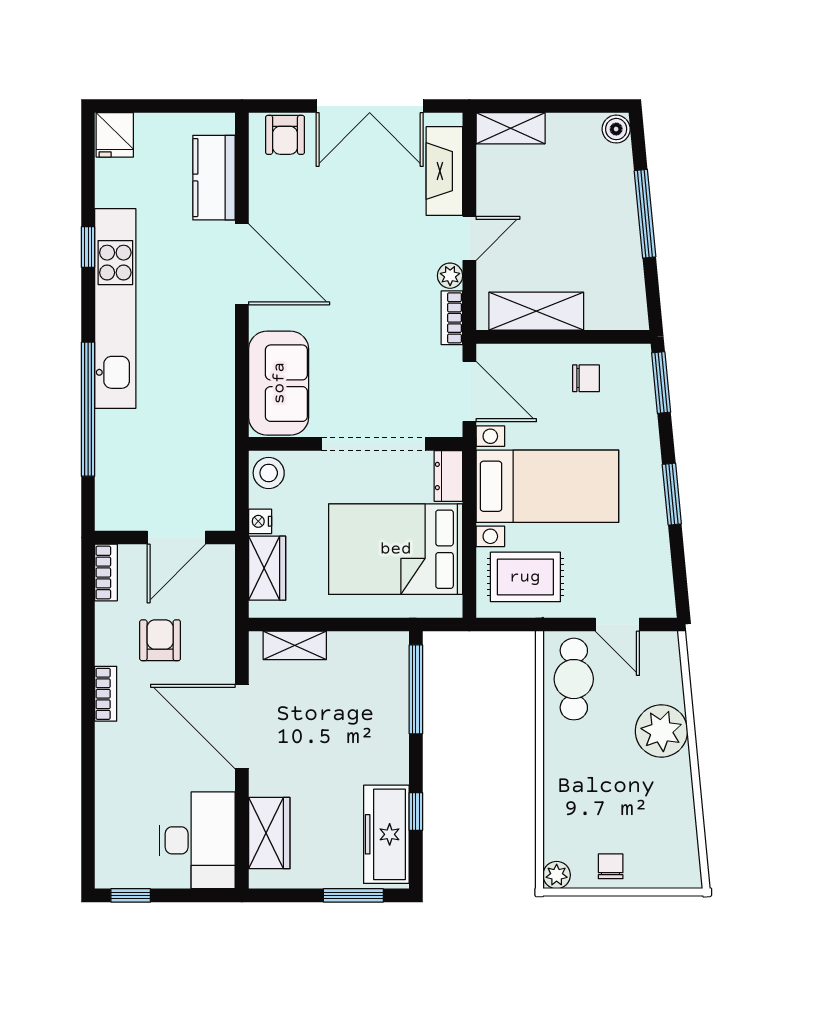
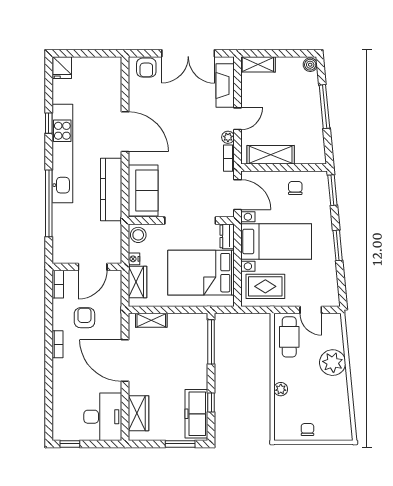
kitchen counter: (214, 178) -> (111, 189), moved, width x1.50
chair: (586, 378) -> (295, 188), turned -90
plant: (557, 875) -> (281, 389), moved

